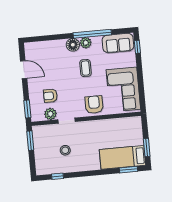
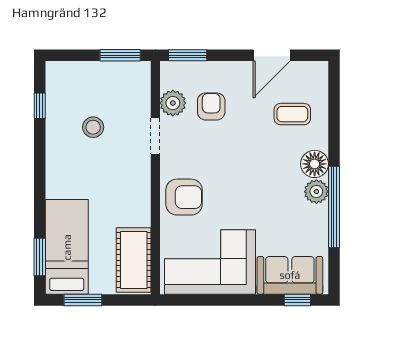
sofa: (118, 43) -> (290, 275), moved, turned 90
coffee table: (85, 68) -> (292, 114), moved
cot: (126, 125) -> (134, 260), added

